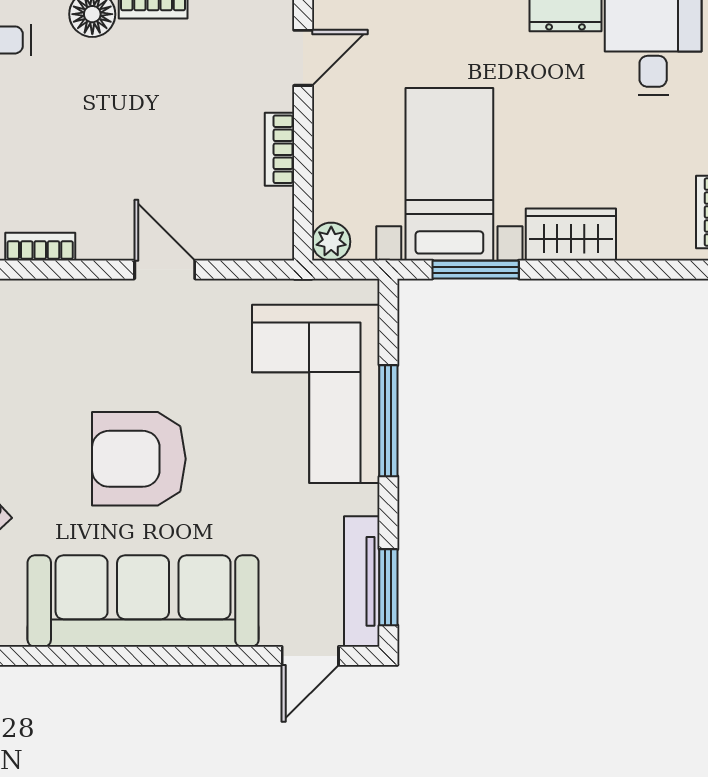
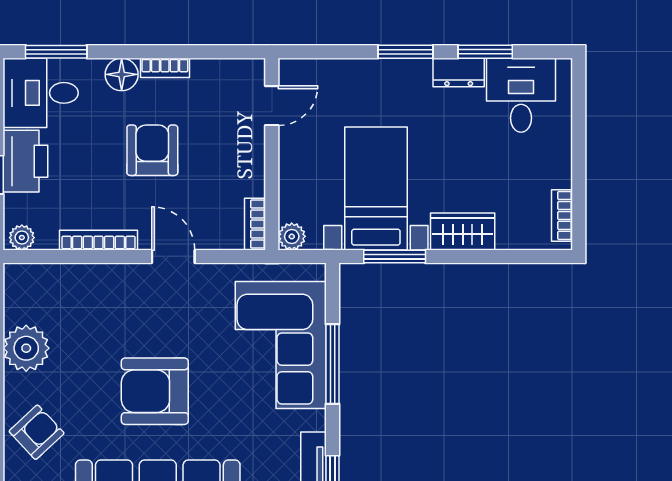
armchair: (135, 120) -> (152, 150), added
bookcase: (280, 149) -> (255, 224), moved
bookcase: (40, 247) -> (98, 240), width x1.56

